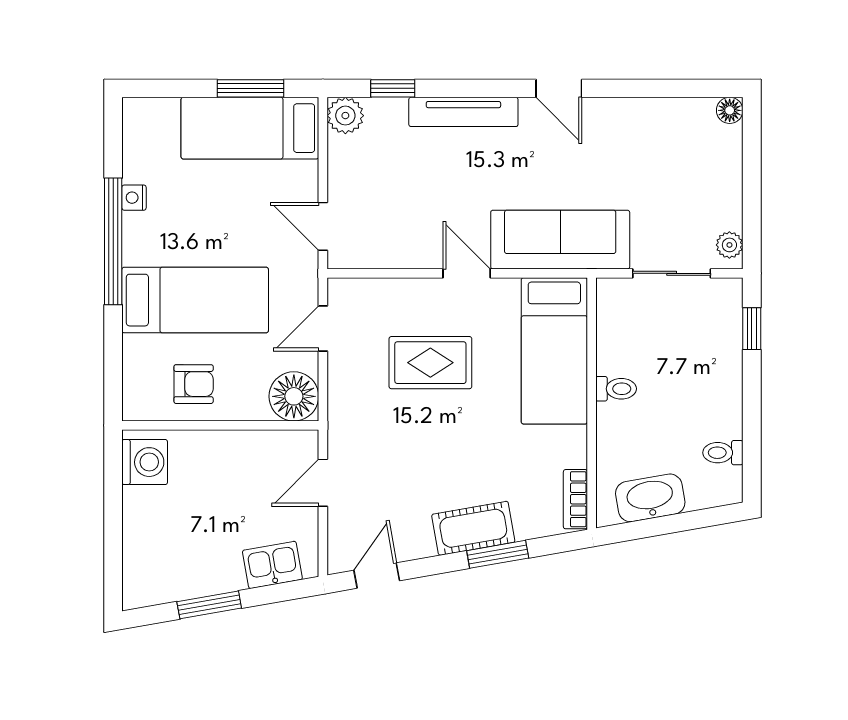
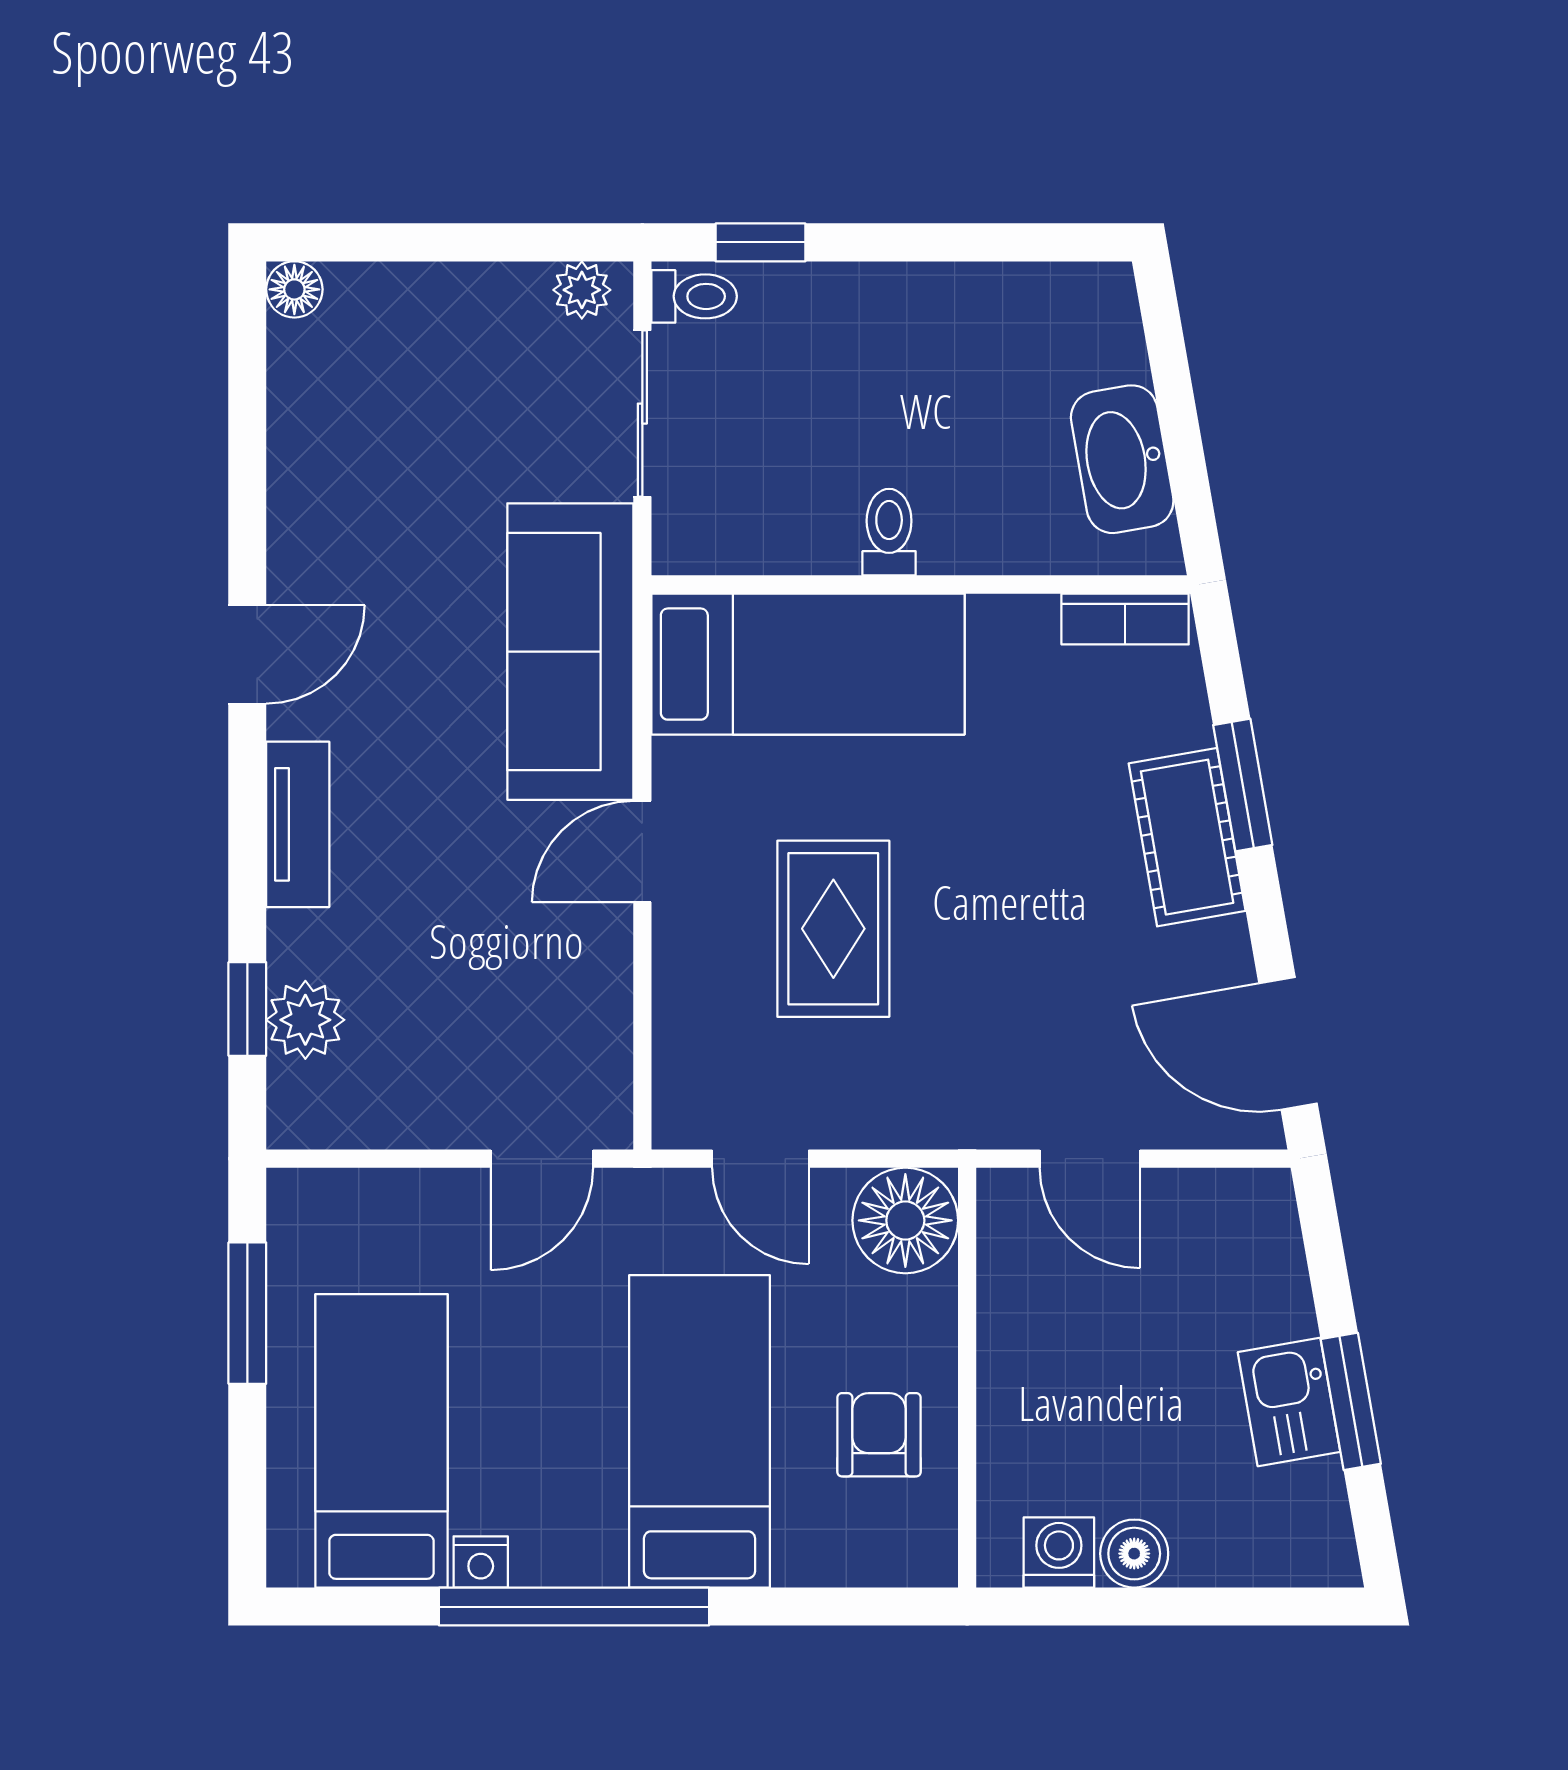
tv unit: (463, 112) -> (298, 824), width x0.71
plant: (345, 116) -> (305, 1020), moved
bed: (250, 128) -> (381, 1441), moved, turned 180
toilet: (723, 453) -> (694, 296), moved, turned -90
washing machine: (145, 462) -> (1059, 1552), width x0.73, depth x0.73
boiler: (138, 503) -> (1134, 1554), added
kitchen sink: (272, 565) -> (1289, 1402), moved
door: (377, 576) -> (1288, 1043), width x1.38

